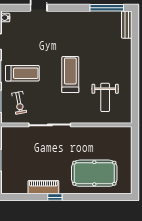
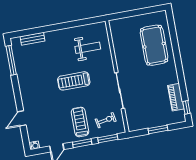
bench: (127, 25) -> (33, 39), moved
piano: (43, 187) -> (176, 97), moved
window: (55, 197) -> (186, 107), moved

